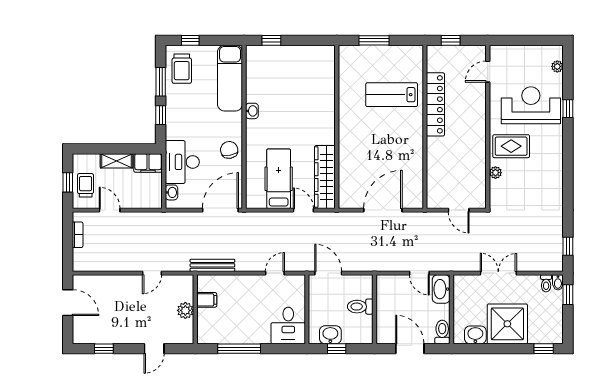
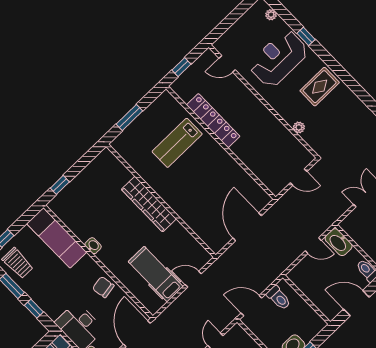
door: (488, 72) -> (227, 64), hinge flipped
rug: (511, 146) -> (320, 87), moved
wardrobe: (325, 177) -> (149, 204), moved
toilet: (360, 307) -> (279, 298), moved, turned -90

